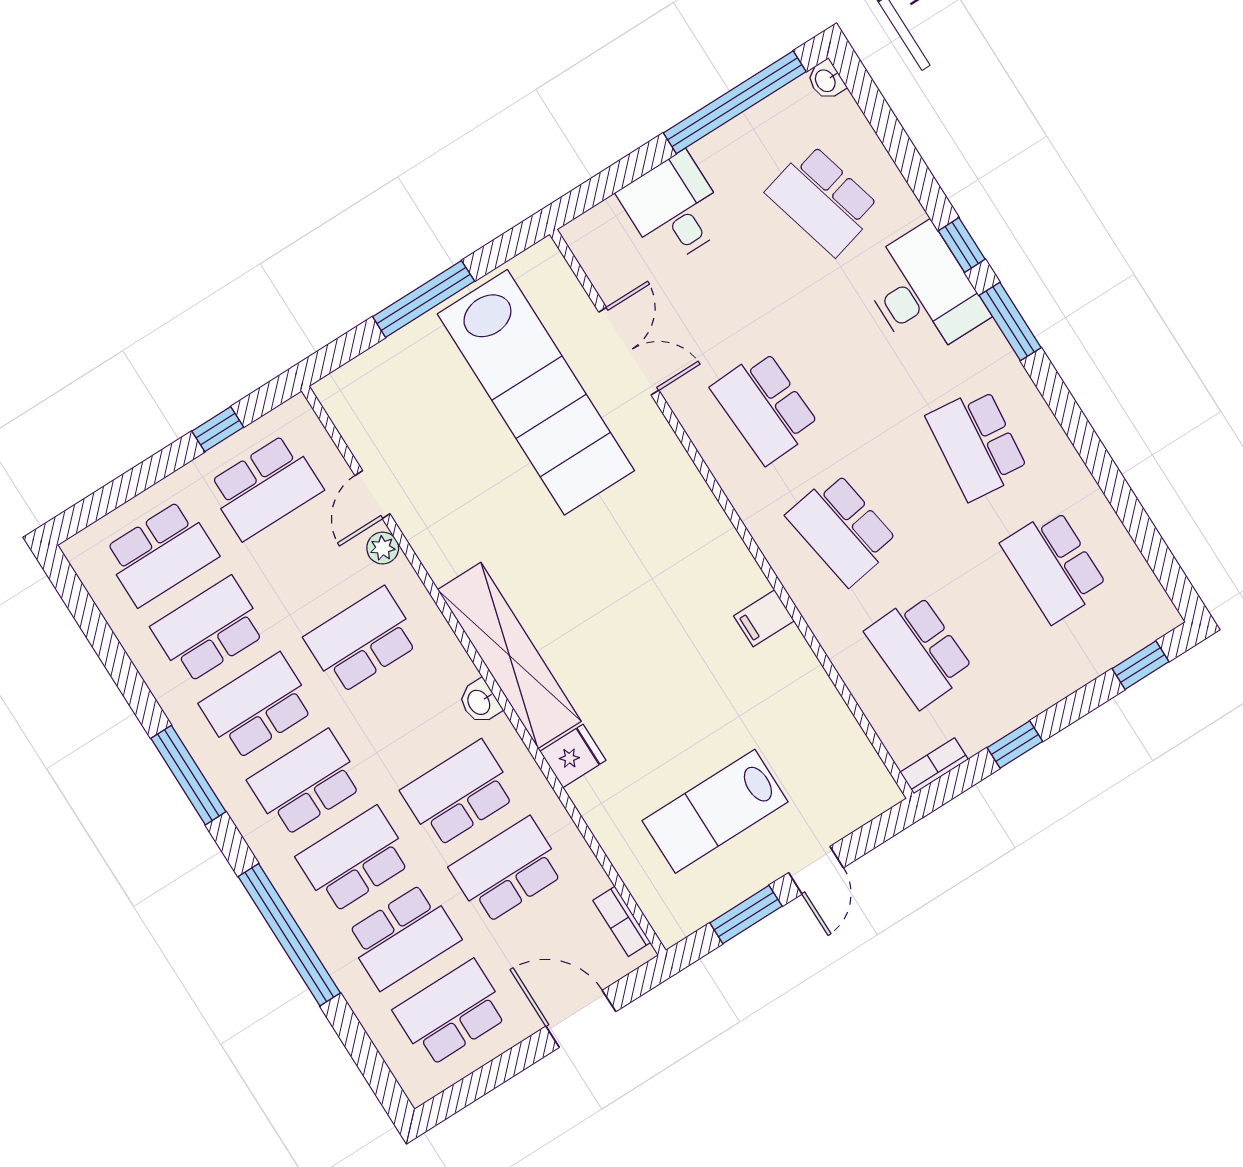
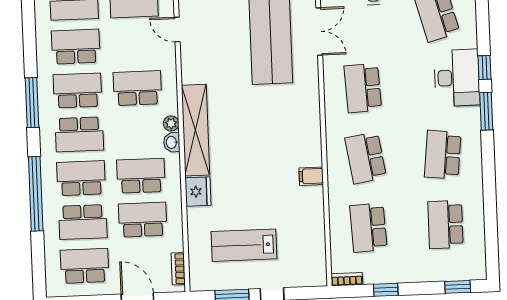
door: (373, 495) -> (177, 30), hinge flipped
plant: (383, 548) -> (171, 123), moved
fridge: (573, 756) -> (198, 192), width x1.38
school desk: (306, 783) -> (79, 134), turned 180

